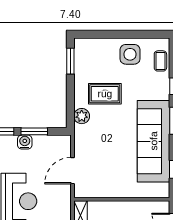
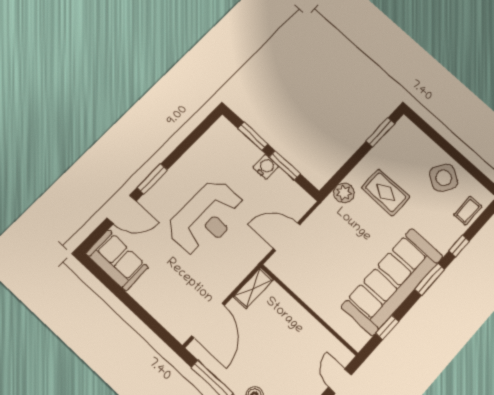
side table: (130, 54) -> (444, 178), turned 33

